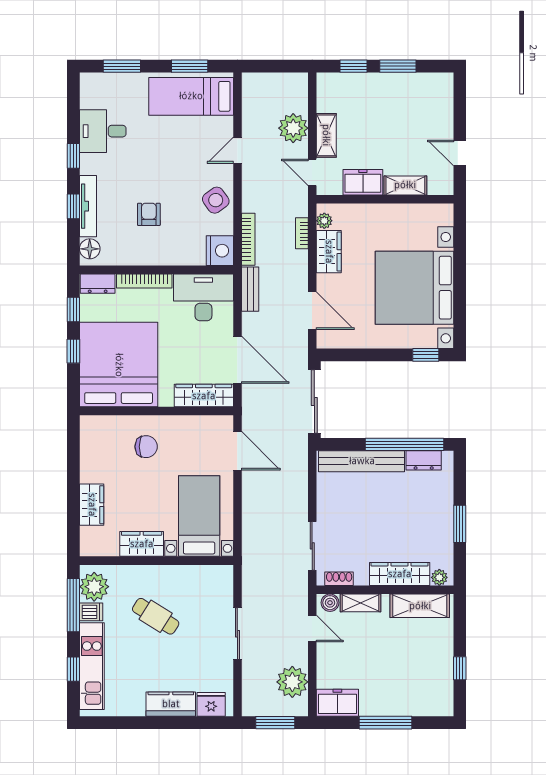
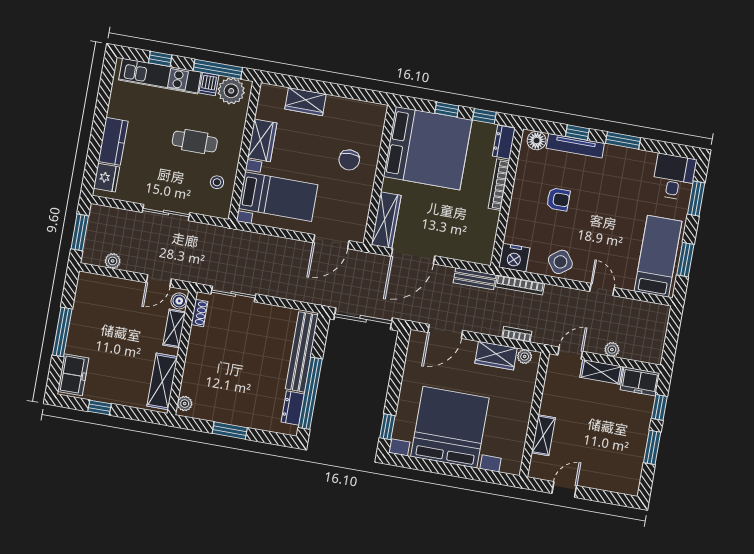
plant: (293, 128) -> (612, 349), width x0.53, depth x0.53
desk: (103, 131) -> (674, 177), moved
window: (73, 156) -> (623, 141), width x1.50
freezer: (363, 182) -> (640, 381), moved, turned 90
desk: (203, 297) -> (475, 235), removed
wardrobe: (400, 574) -> (194, 368), removed
stool: (195, 585) -> (217, 182), added
cafe table: (156, 616) -> (195, 142), turned 58
plant: (292, 682) -> (113, 261), width x0.53, depth x0.53
freezer: (337, 703) -> (73, 375), moved

